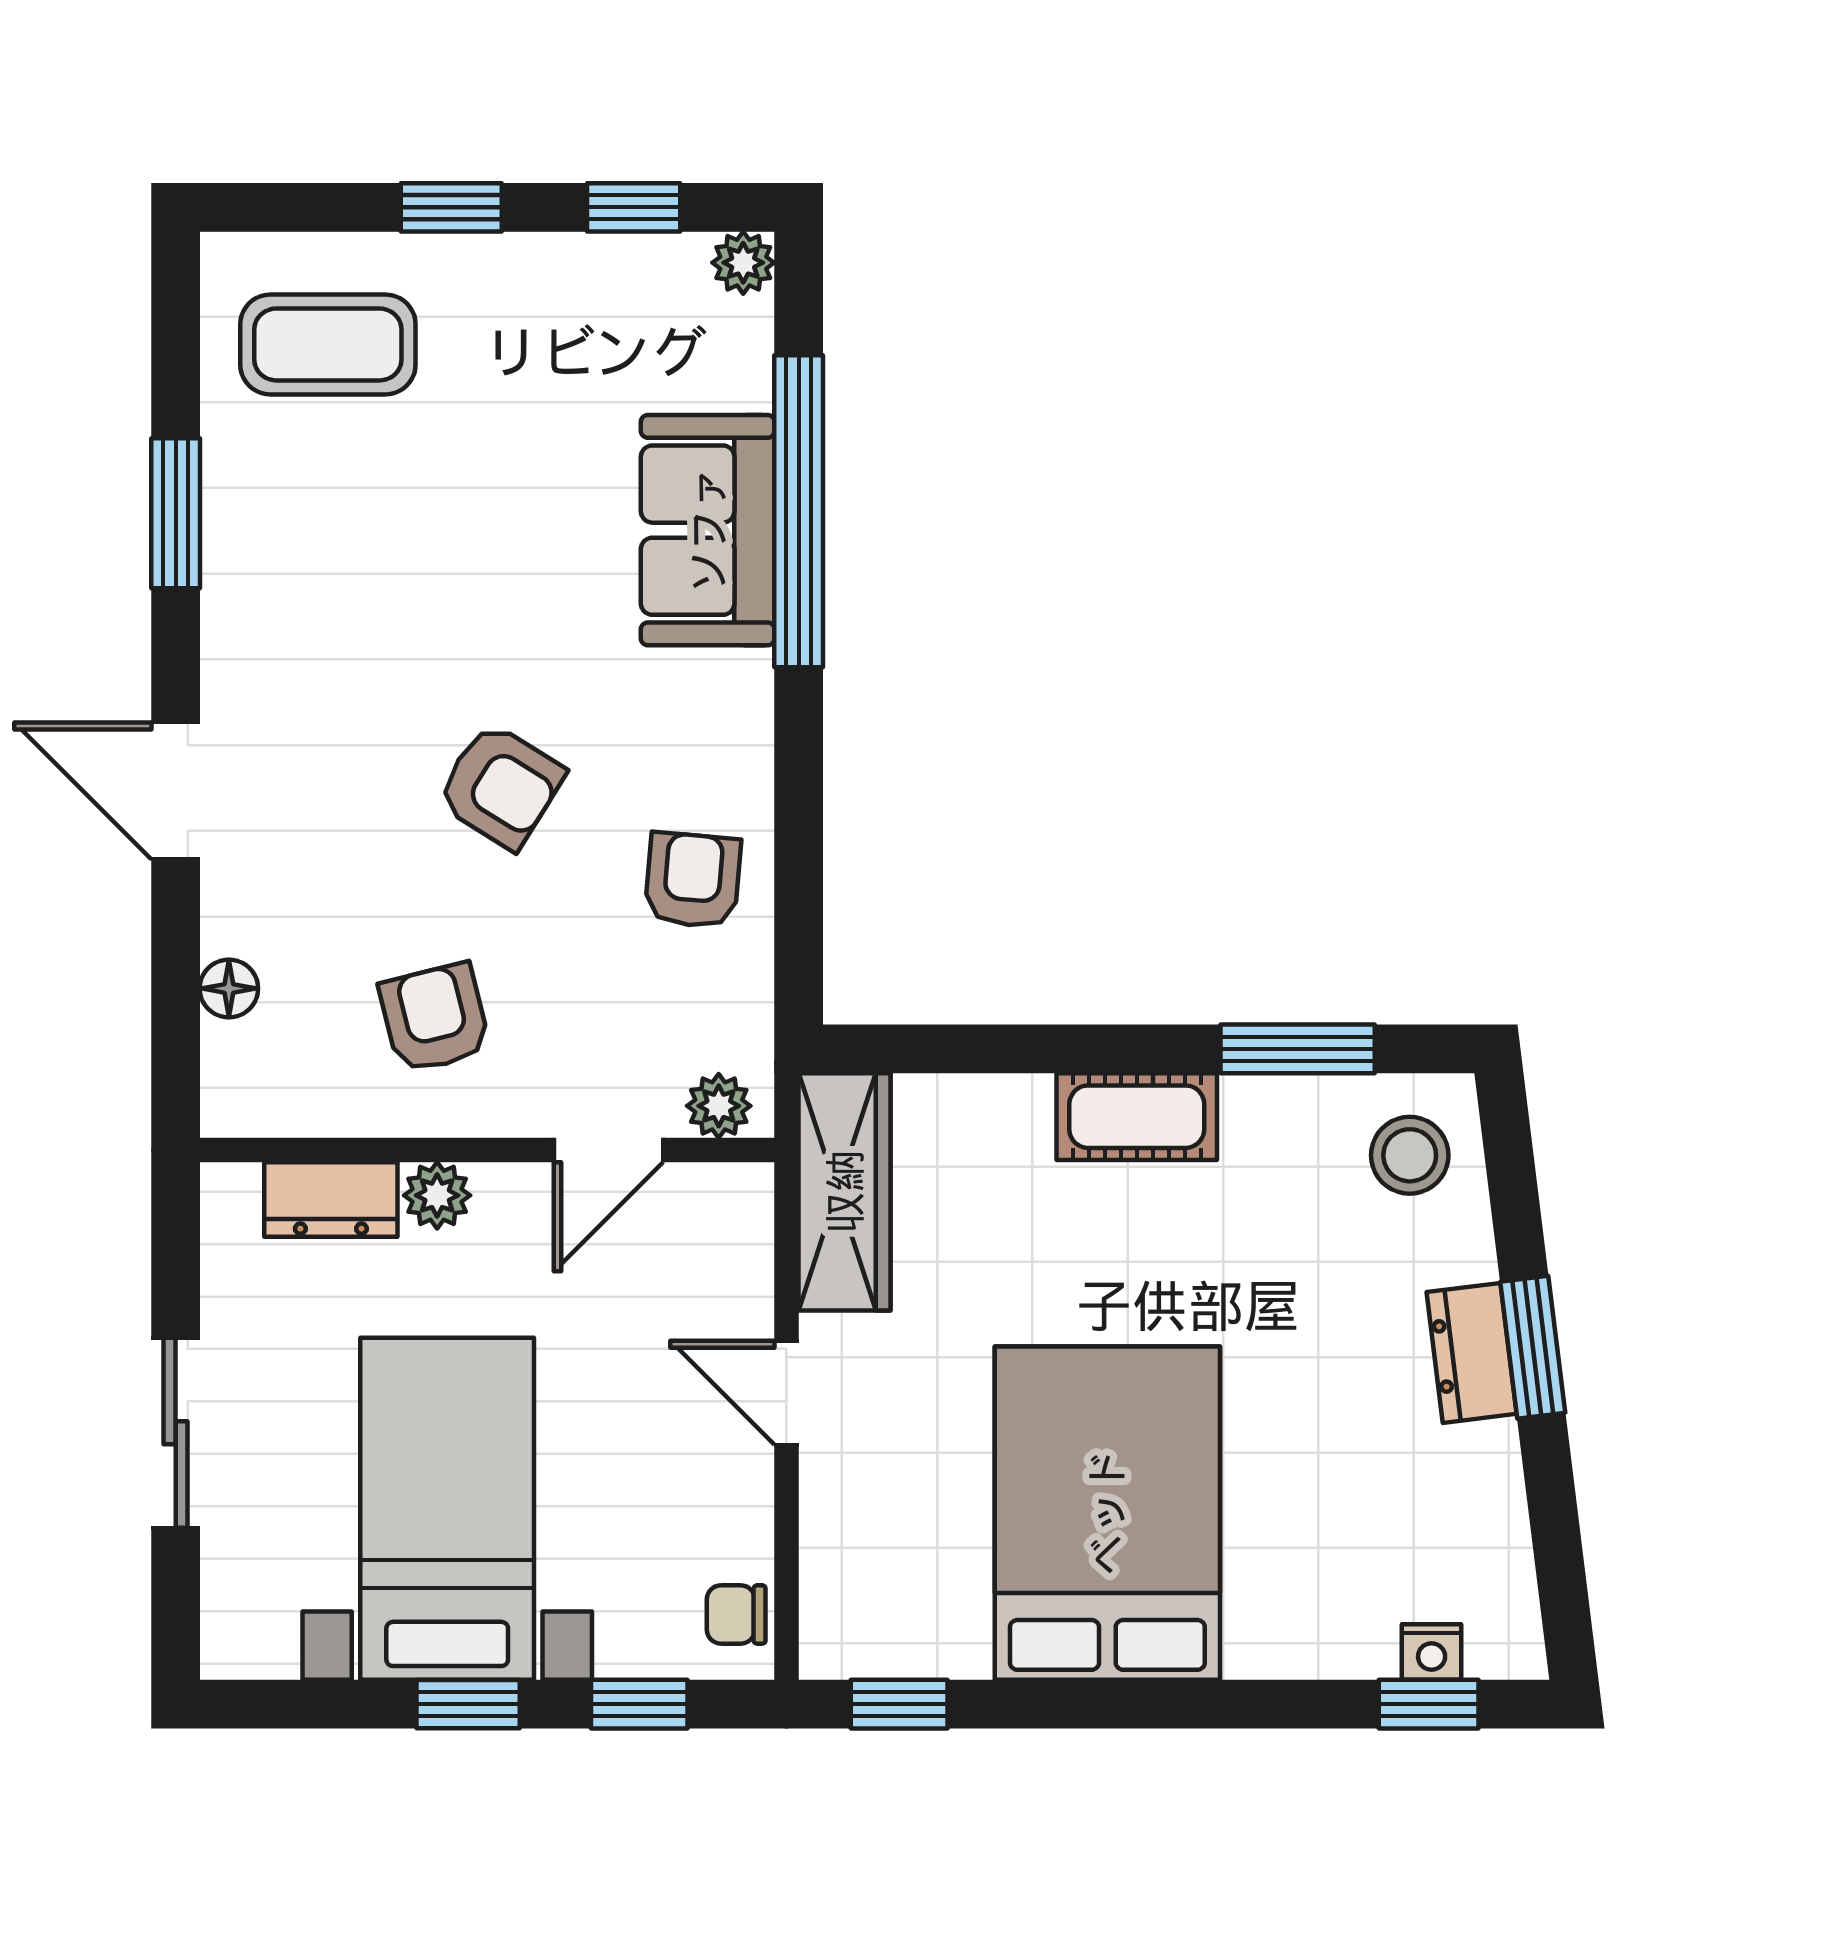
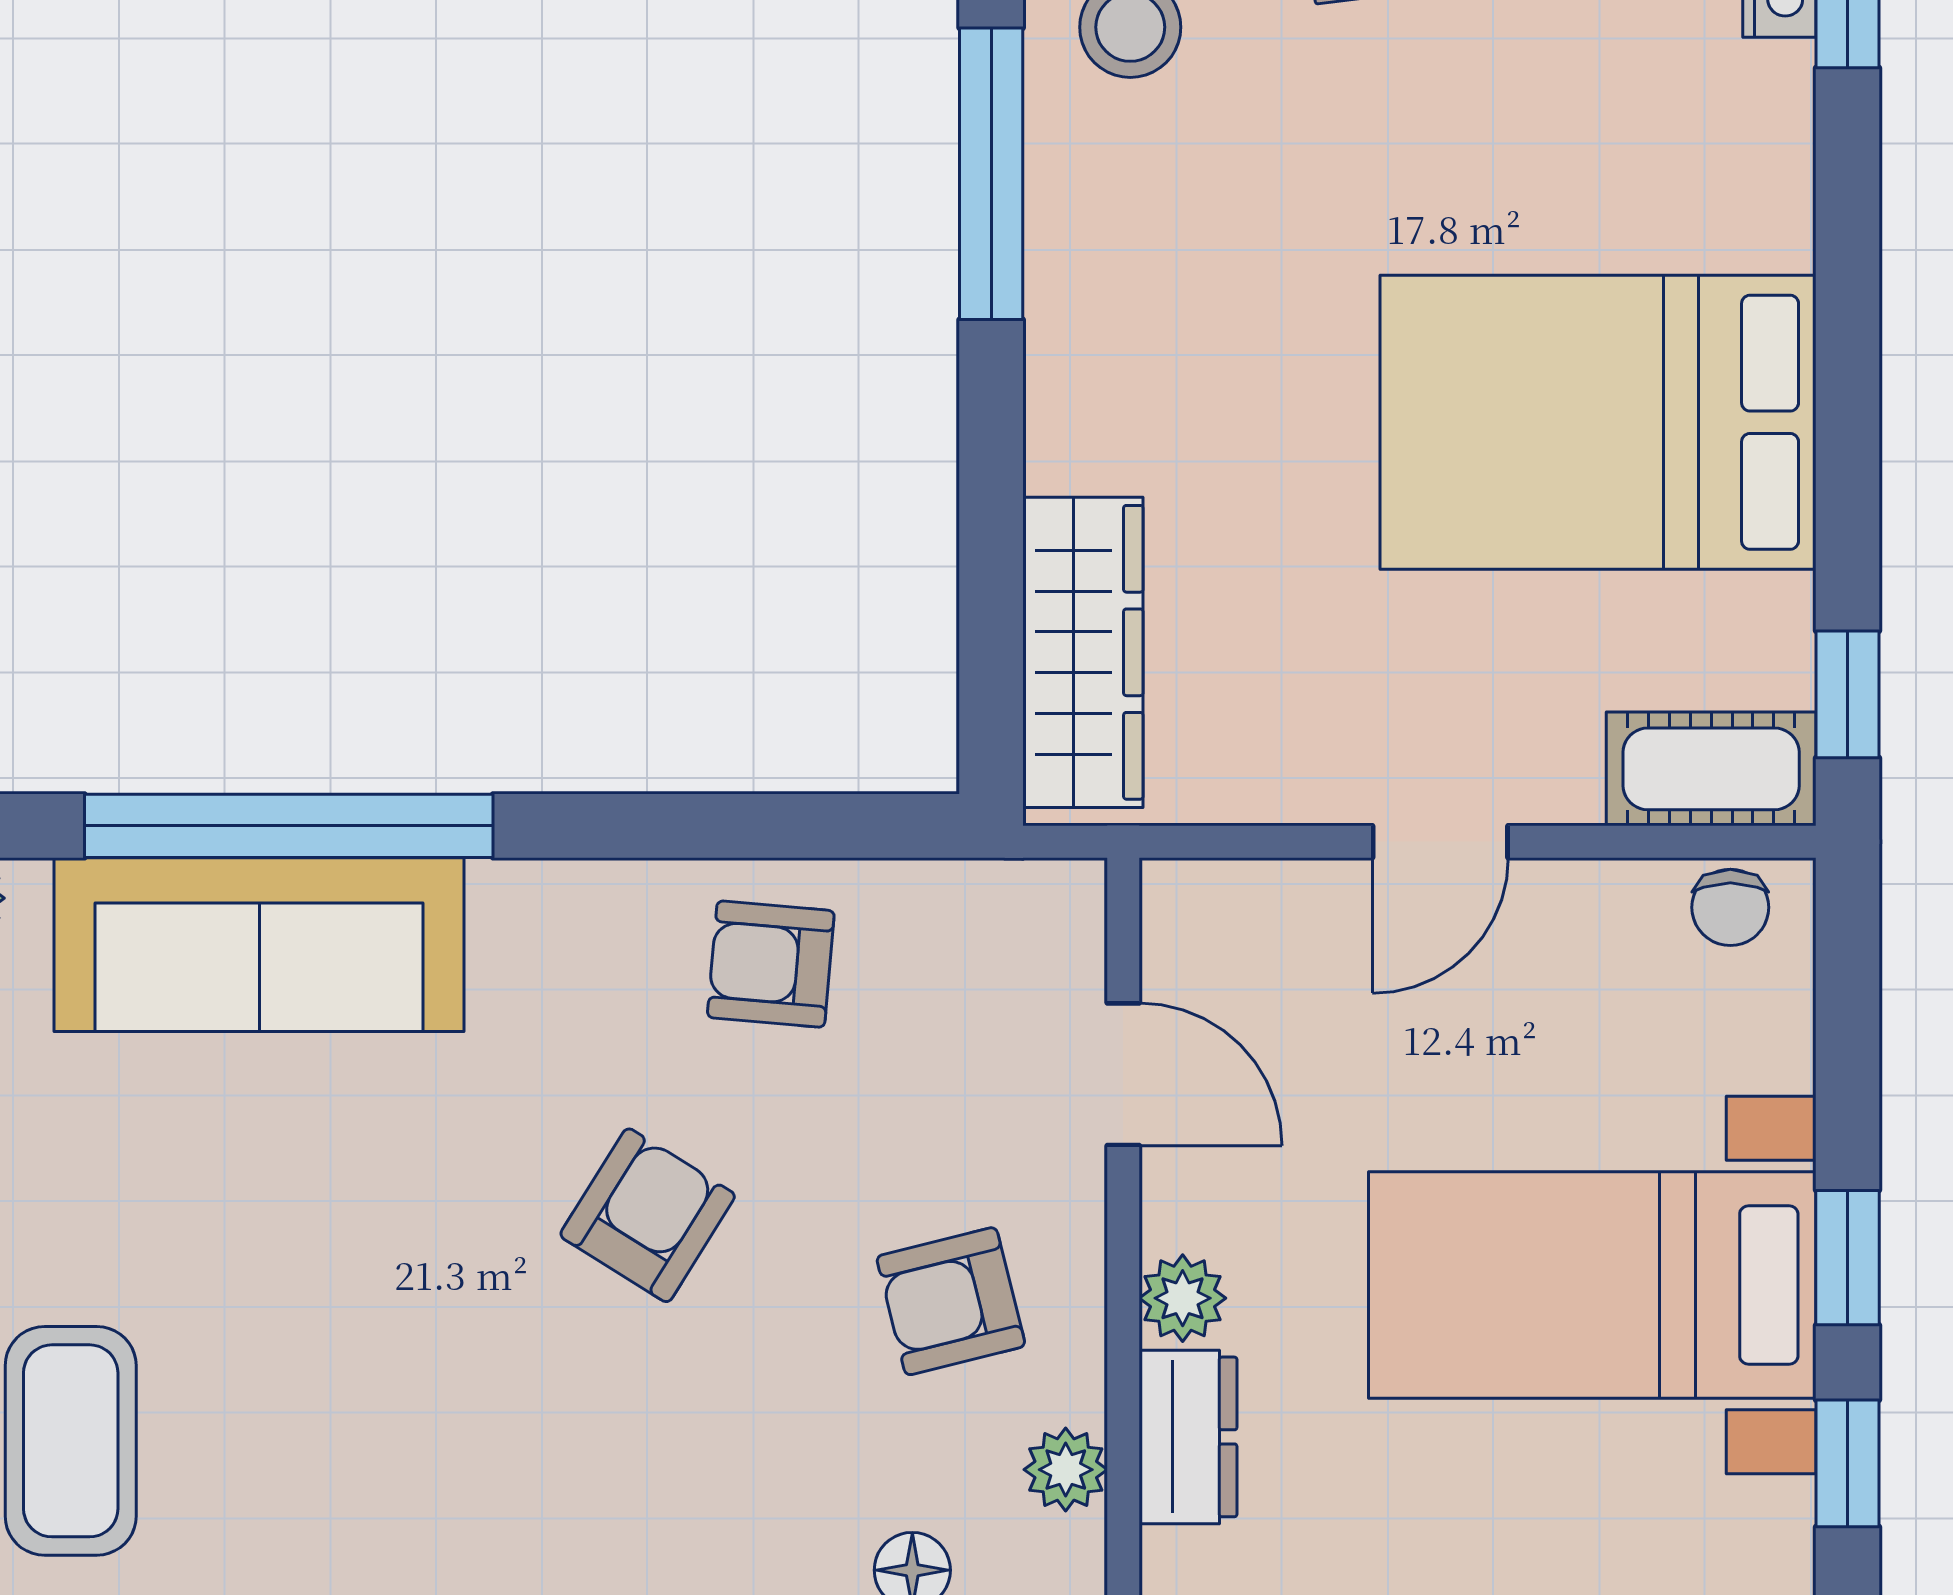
sofa: (708, 530) -> (259, 945), width x1.36
window: (1298, 1049) -> (991, 174), width x1.44
plant: (719, 1106) -> (1066, 1470), moved
cot: (1137, 1117) -> (1711, 769), moved, turned 90
wardrobe: (845, 1192) -> (1083, 652), moved, turned 90
window: (639, 1704) -> (1848, 1463), moved

